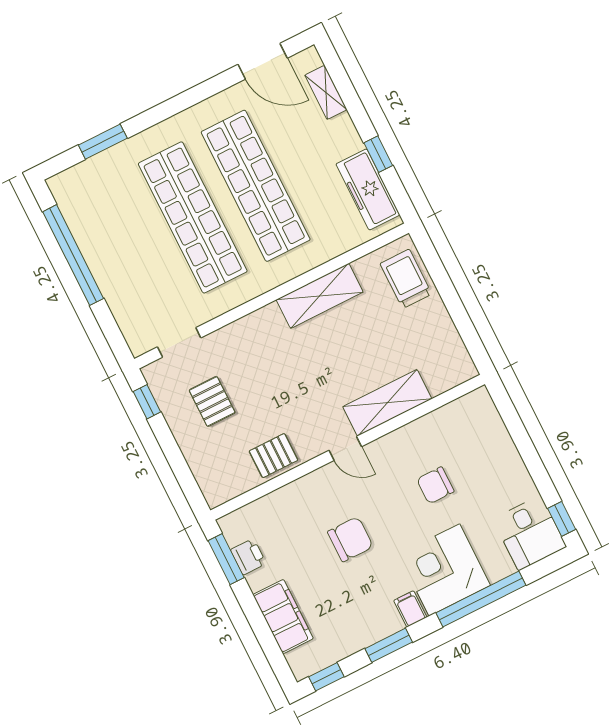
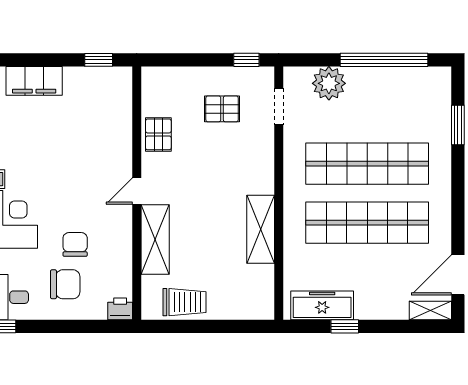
shelving: (326, 92) -> (430, 310), moved
trolley: (406, 279) -> (184, 302), moved
plant: (128, 301) -> (329, 83), added
chair: (350, 539) -> (65, 284), moved, turned -90
printer: (248, 557) -> (120, 309), moved, turned 180
window: (226, 559) -> (99, 60), width x0.67

